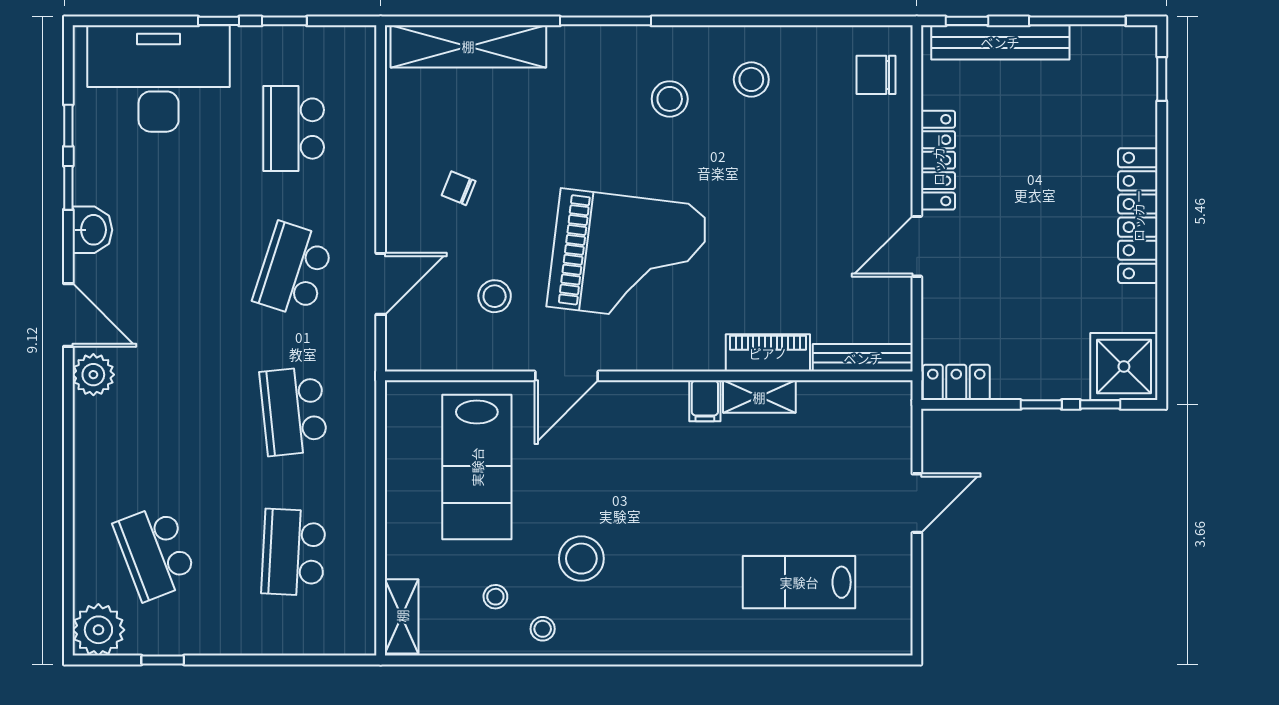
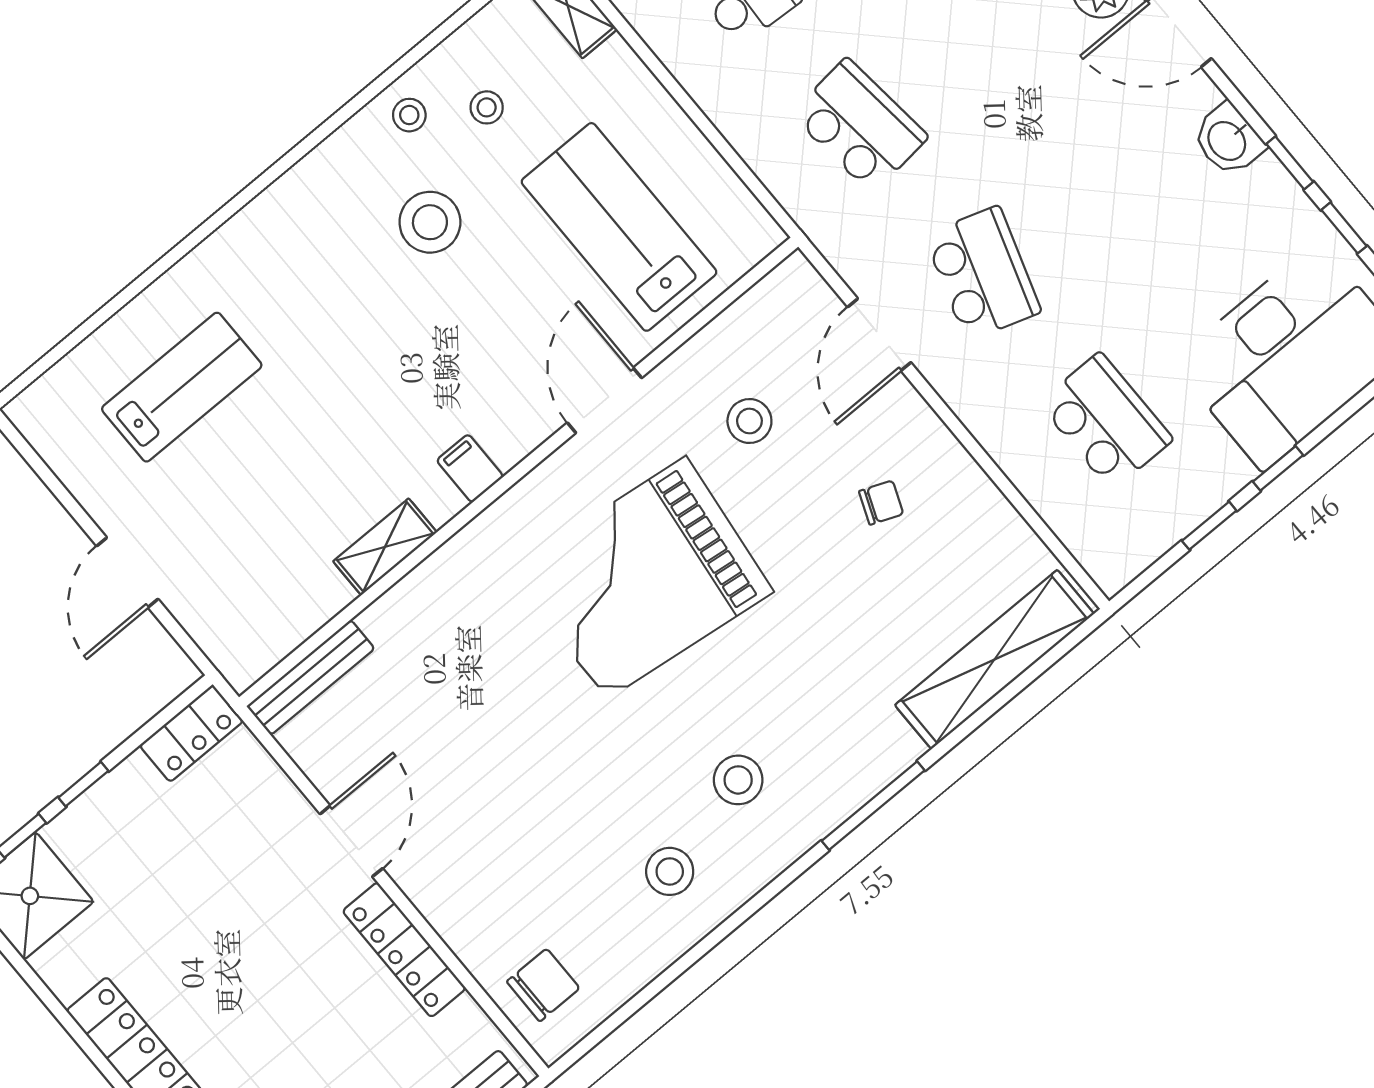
piano: (768, 353) -> (414, 600), removed
filing cabinet: (705, 401) -> (470, 468), moved

